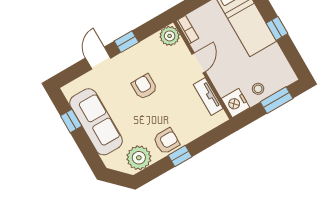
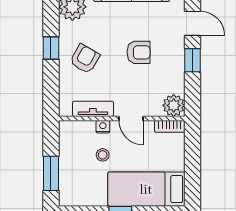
stool: (258, 89) -> (103, 155), moved
nightstand: (236, 103) -> (103, 127), moved, width x0.53, depth x0.56
armchair: (166, 141) -> (85, 59), moved, turned -150

